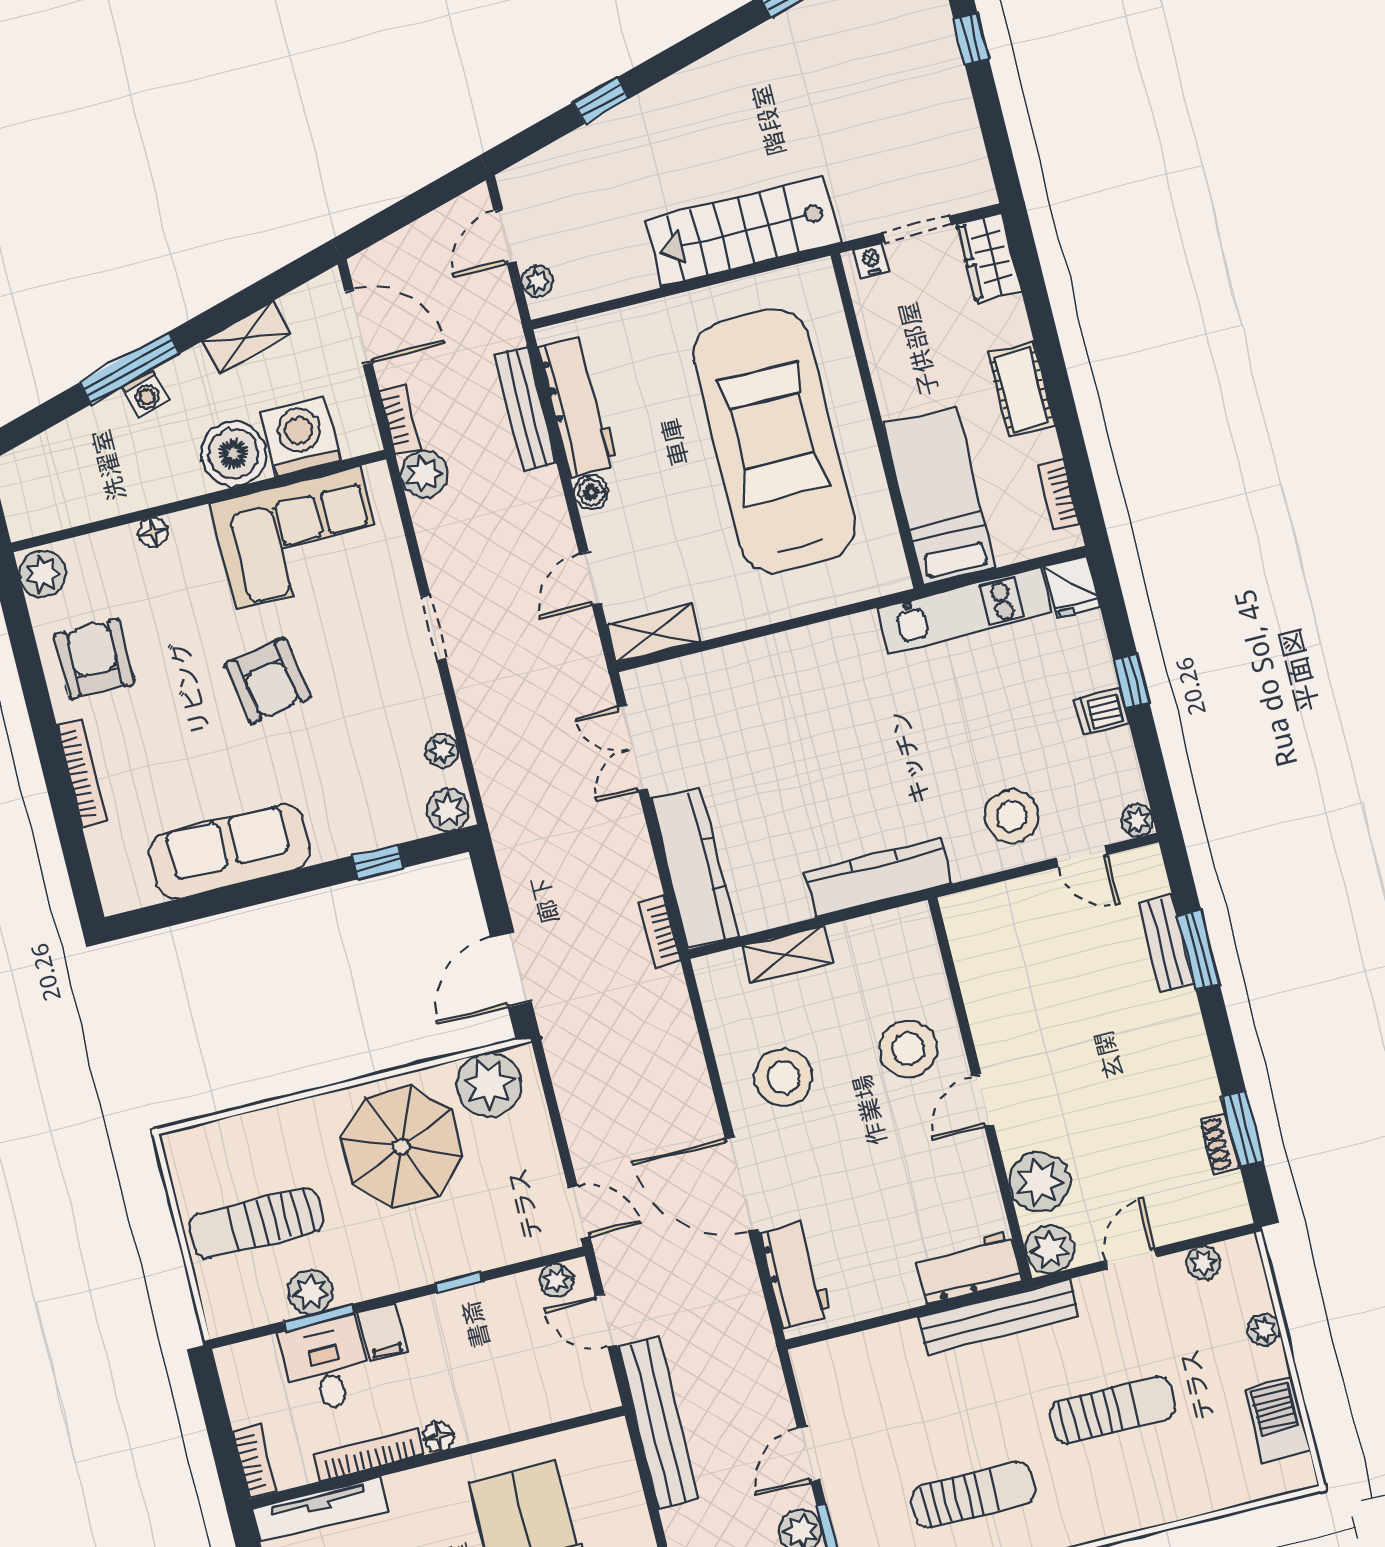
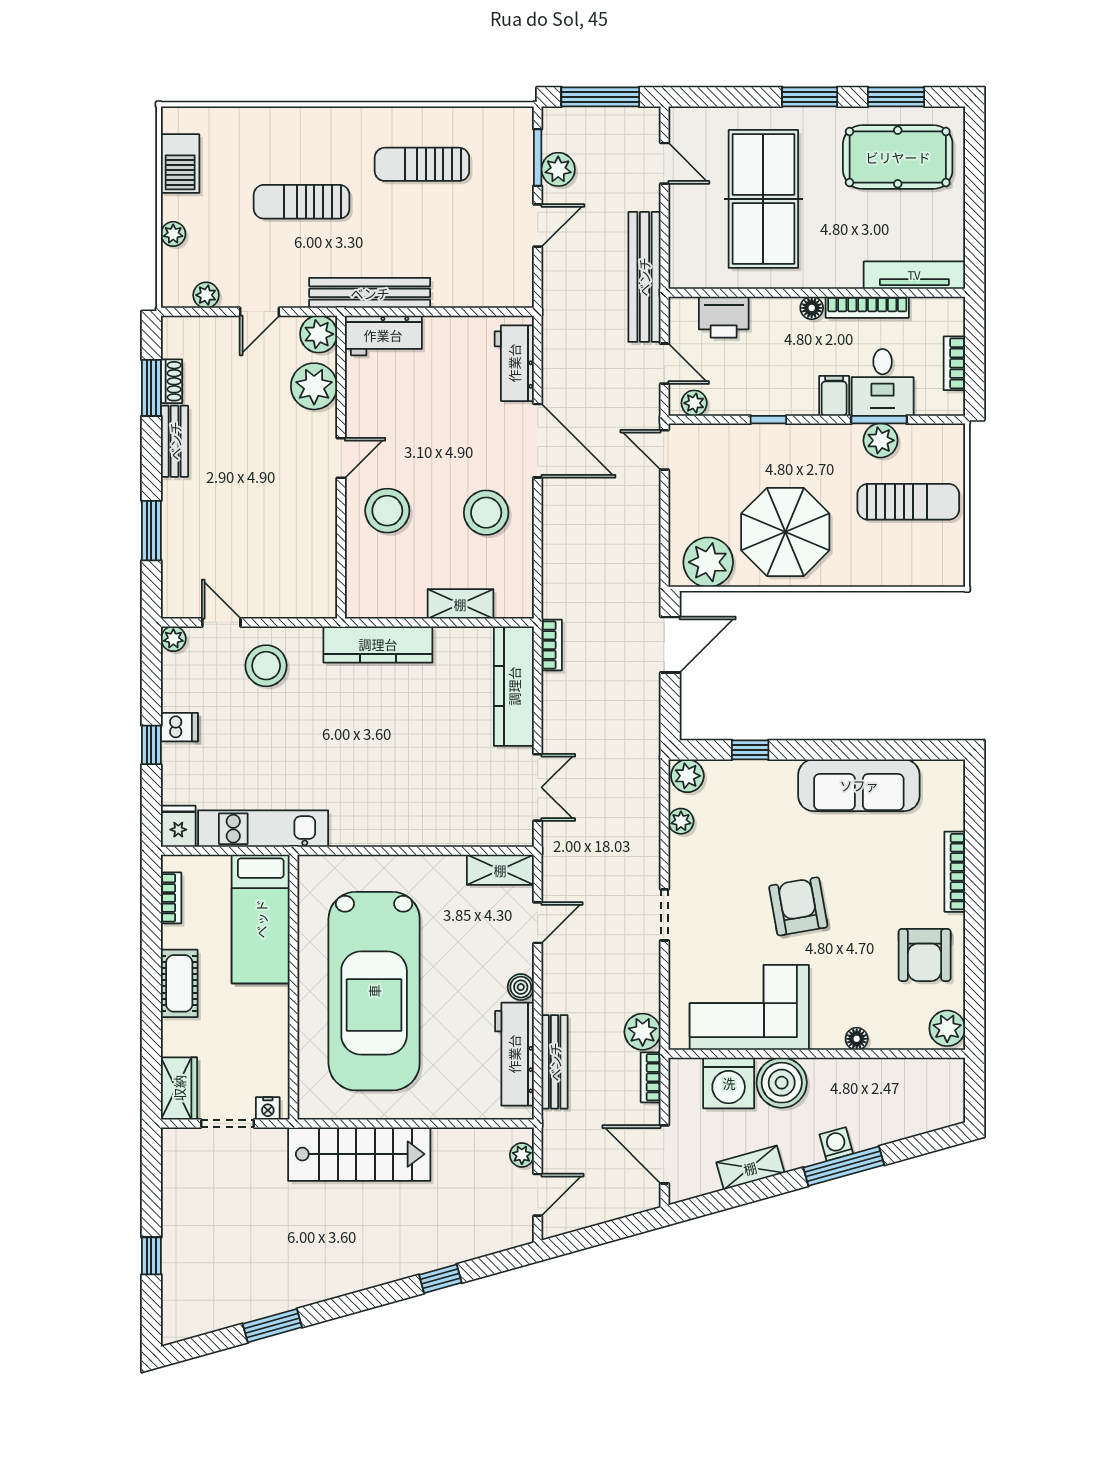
bench: (1166, 943) -> (175, 441), moved
printer: (546, 1397) -> (724, 317), added
bookcase: (254, 1462) -> (954, 363), moved

